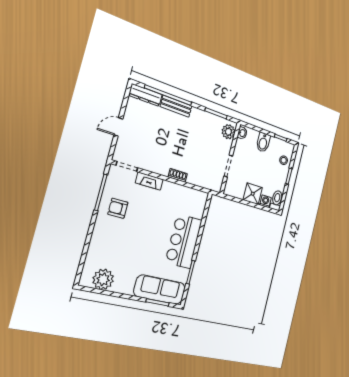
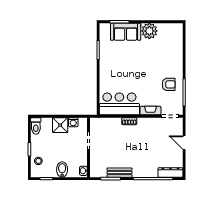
bench: (176, 106) -> (119, 173), moved
door: (118, 127) -> (184, 143), swing flipped
plant: (228, 132) -> (96, 168), removed
washing machine: (265, 201) -> (73, 122), moved
bar counter: (184, 241) -> (119, 104), moved, turned -90
plant: (103, 279) -> (149, 31), moved
sofa: (160, 290) -> (126, 32), width x0.73

